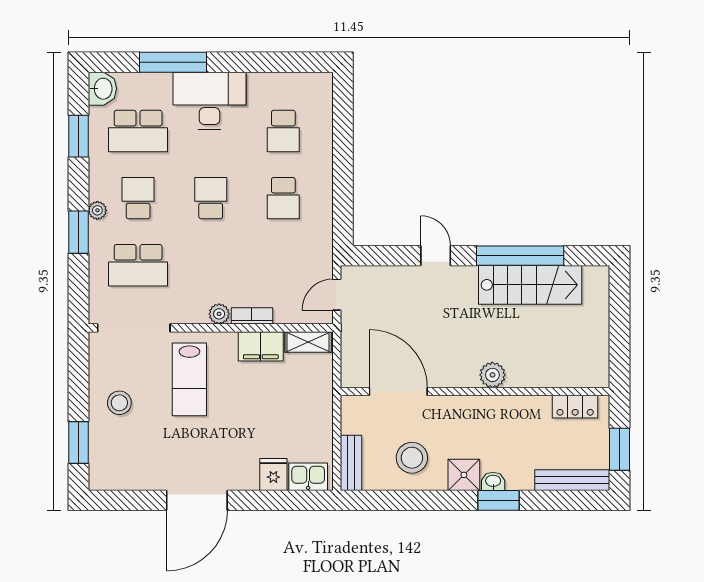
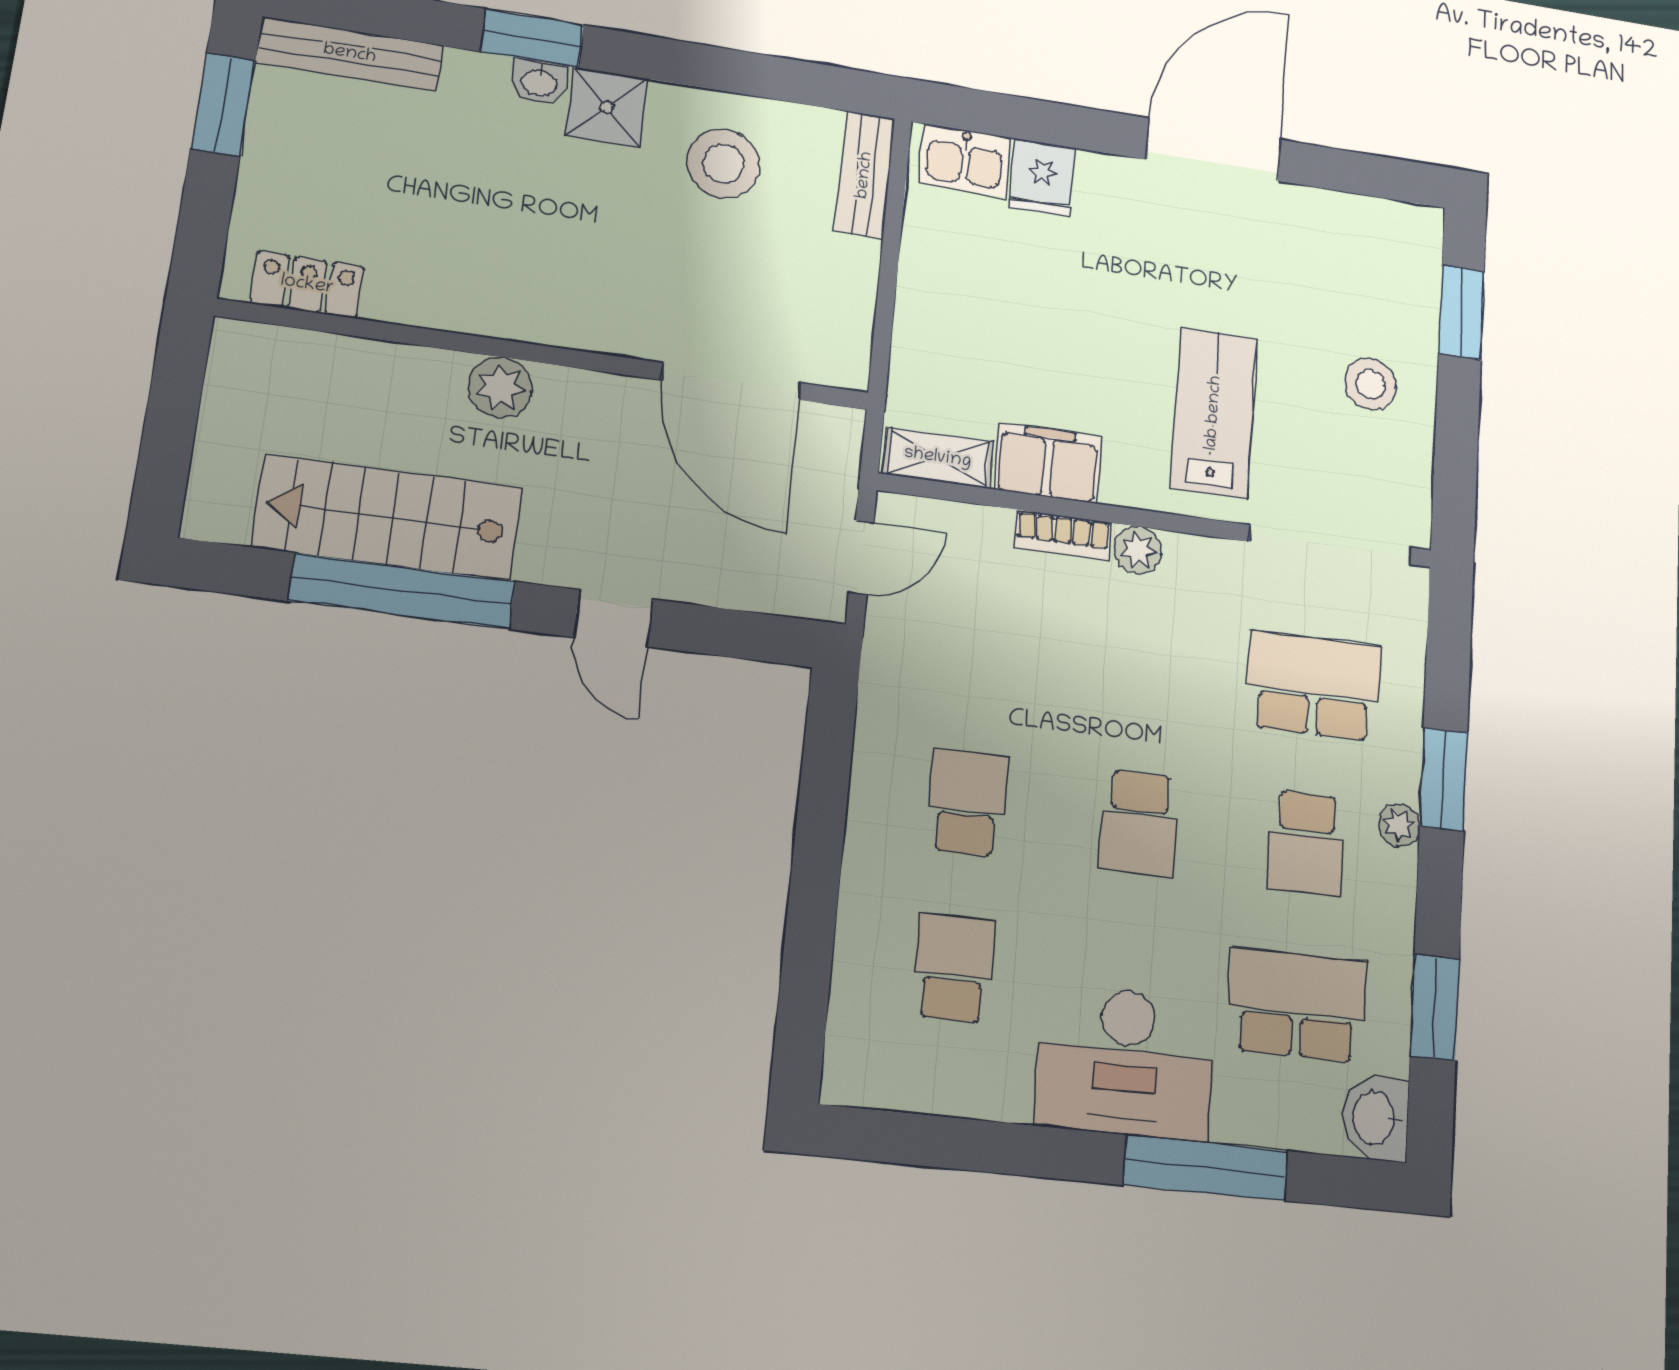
plant: (492, 375) -> (500, 387), moved
door: (398, 392) -> (731, 382), moved
wall: (475, 392) -> (548, 355), moved
locker: (575, 407) -> (307, 285), moved

